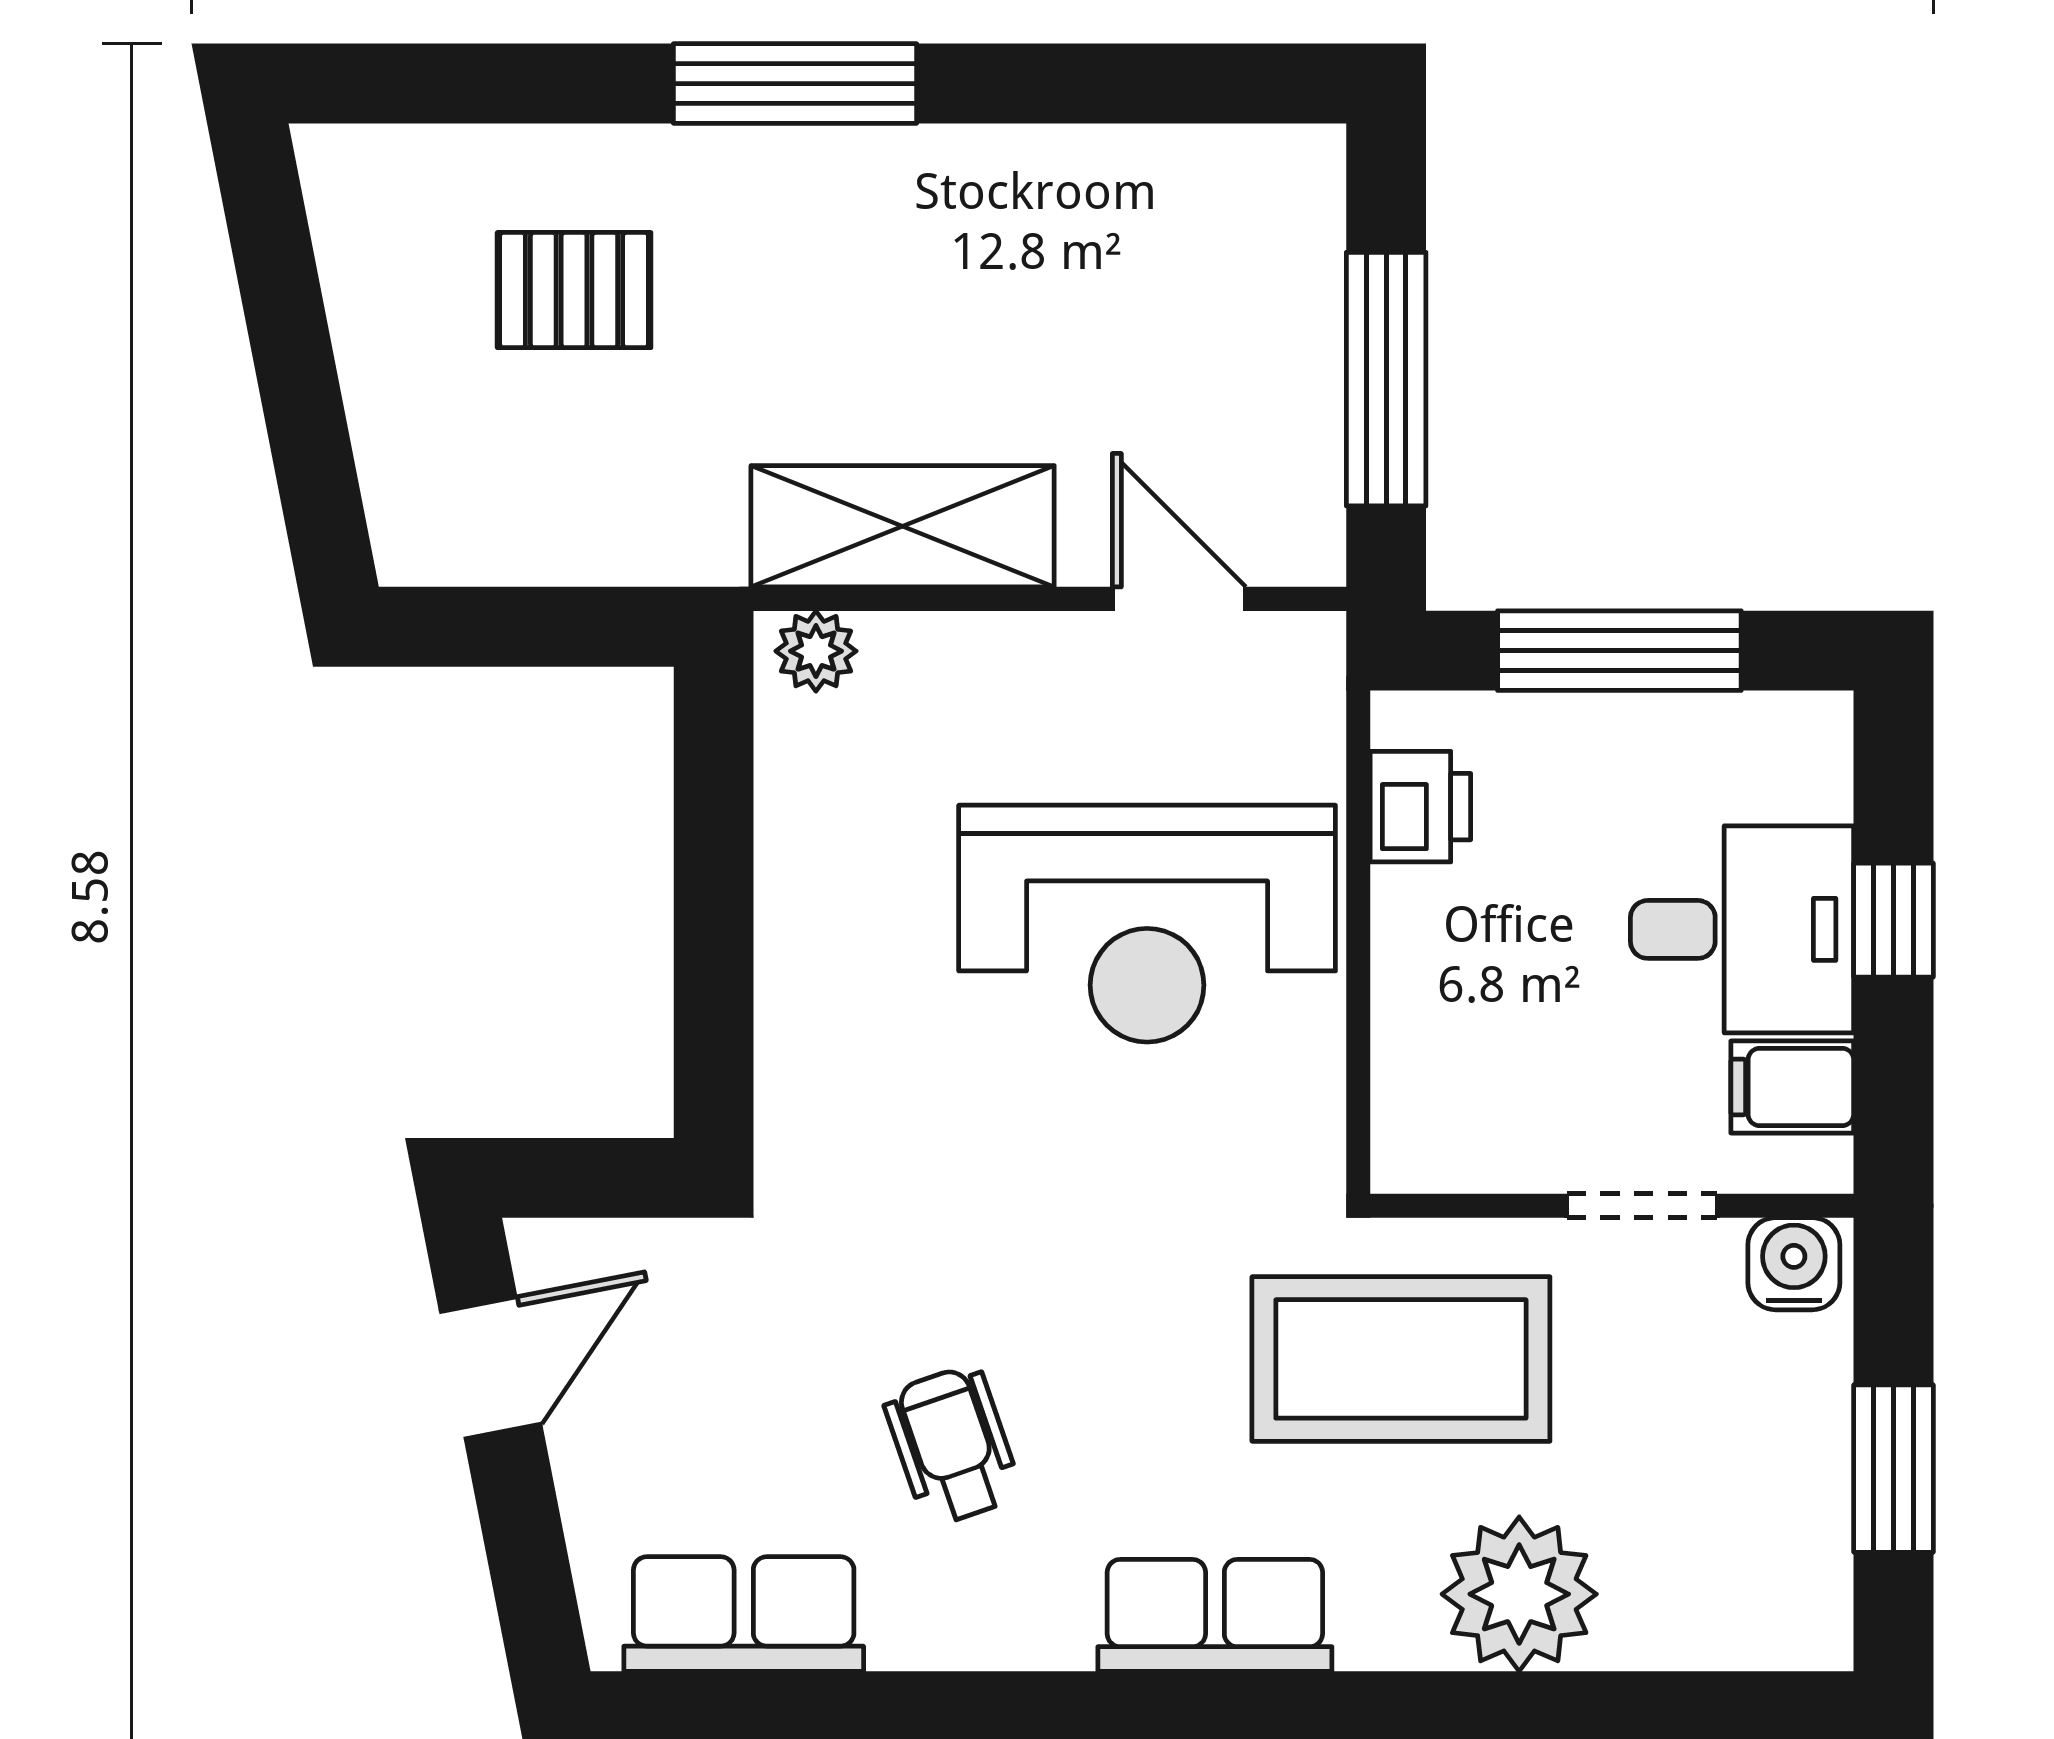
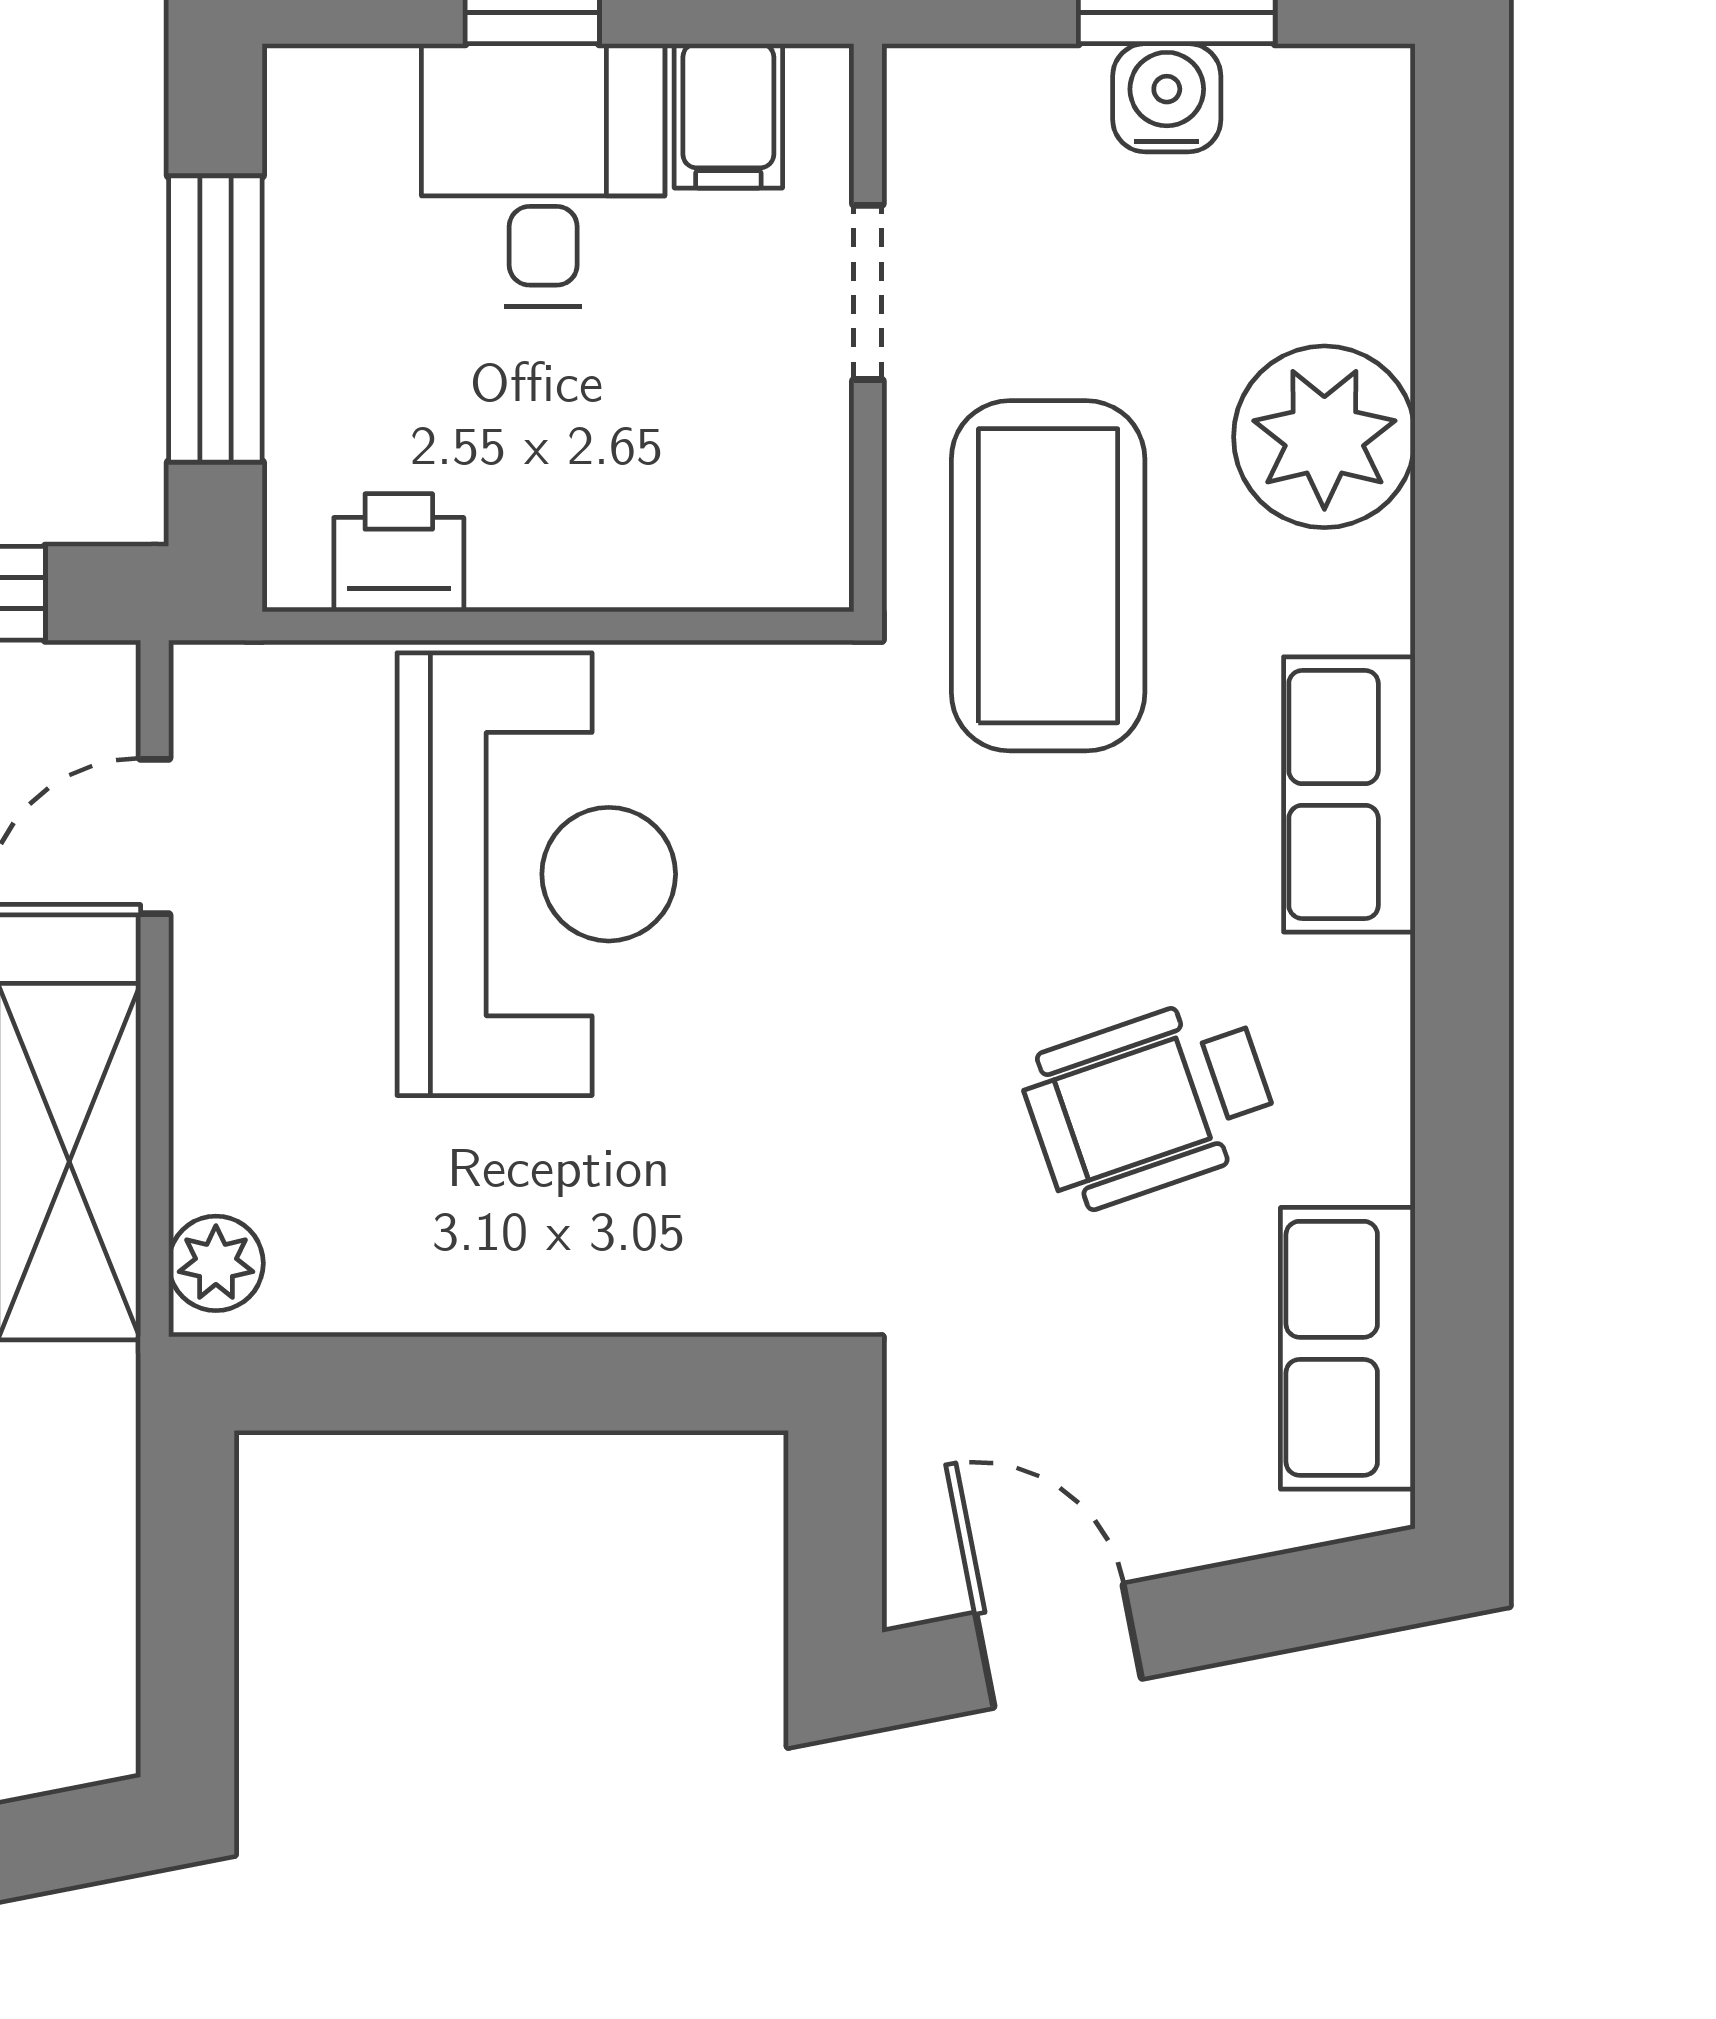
water cooler: (1794, 1264) -> (1167, 98), moved, turned 90
wheelchair: (952, 1445) -> (1150, 1103), width x1.36, depth x1.37

